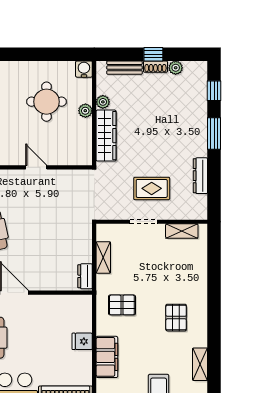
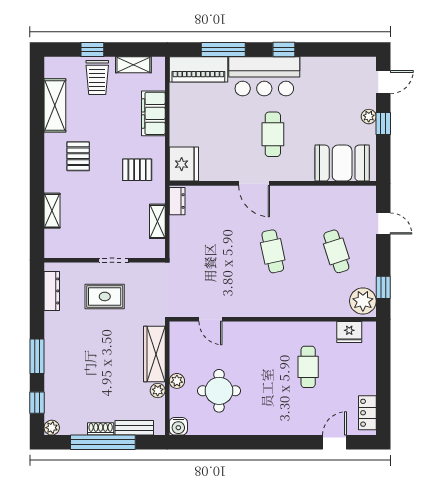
window: (153, 54) -> (103, 442), width x3.17
plant: (176, 68) -> (52, 428), moved
door: (36, 167) -> (211, 319), moved
dresser: (200, 176) -> (52, 291), moved
shelving: (182, 231) -> (52, 211), moved, turned 90
fridge: (82, 341) -> (184, 164), moved, width x1.88, depth x1.34
shelving: (200, 364) -> (55, 105), width x1.50, depth x1.33

